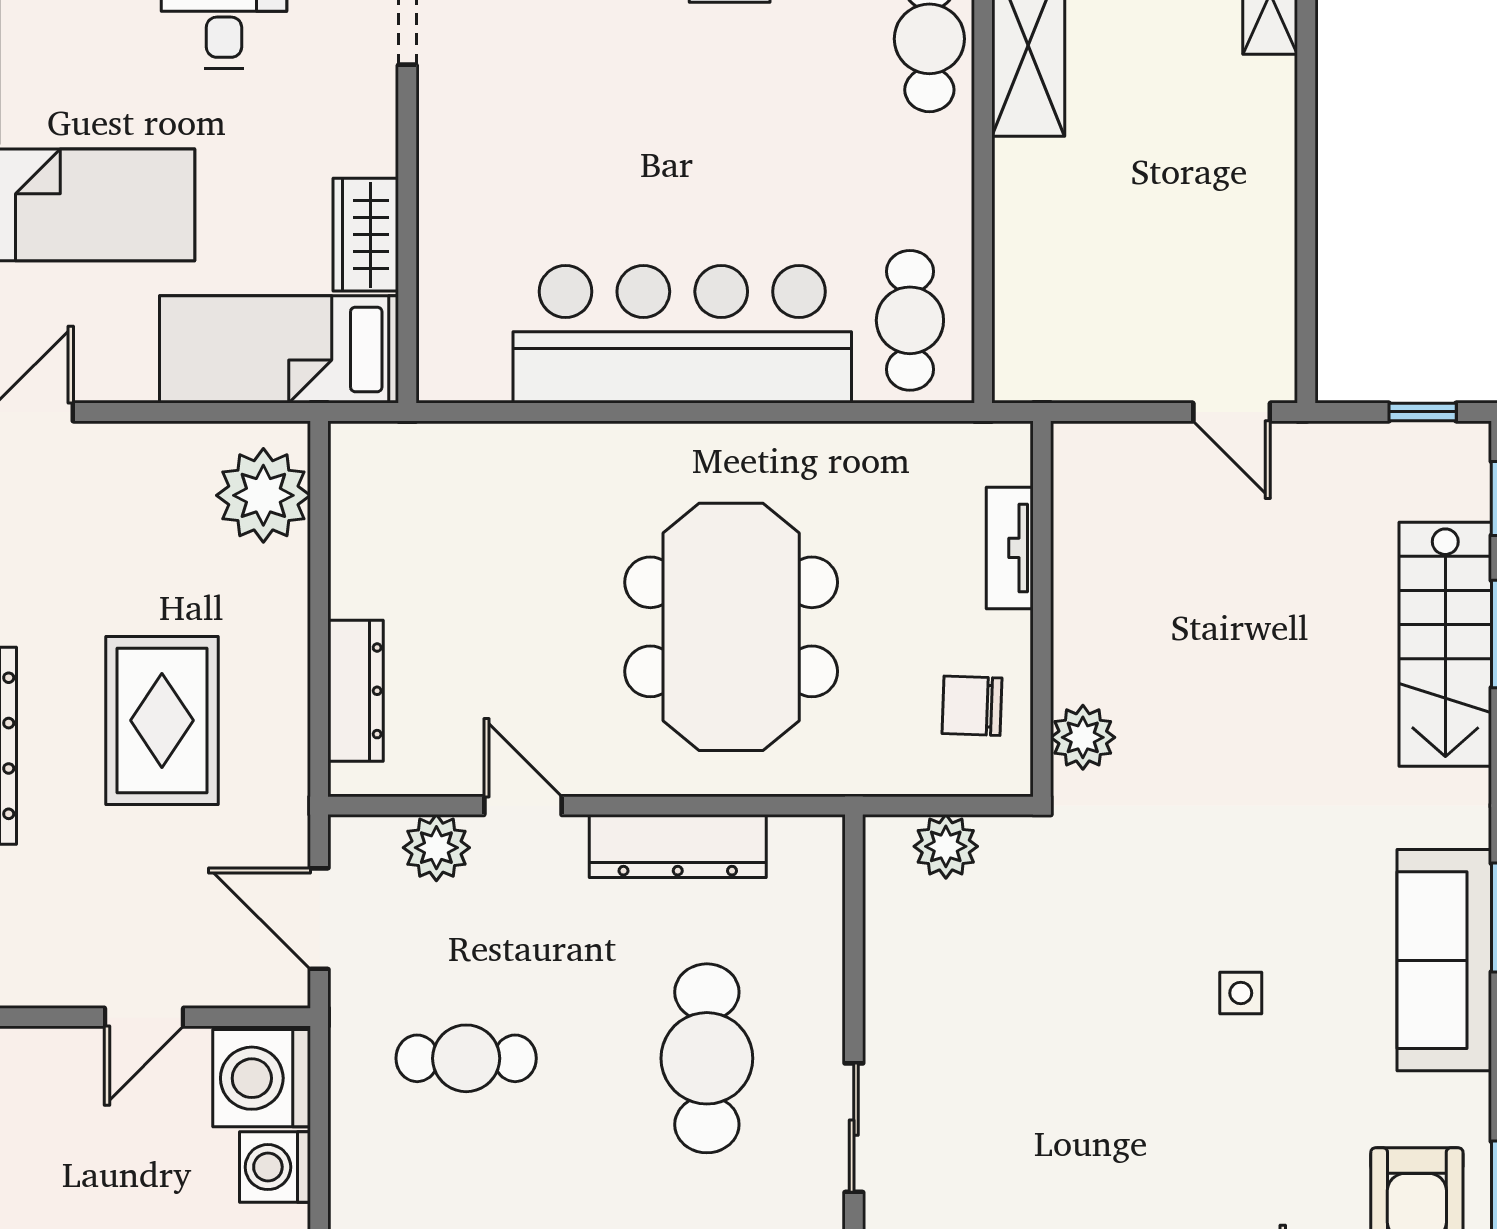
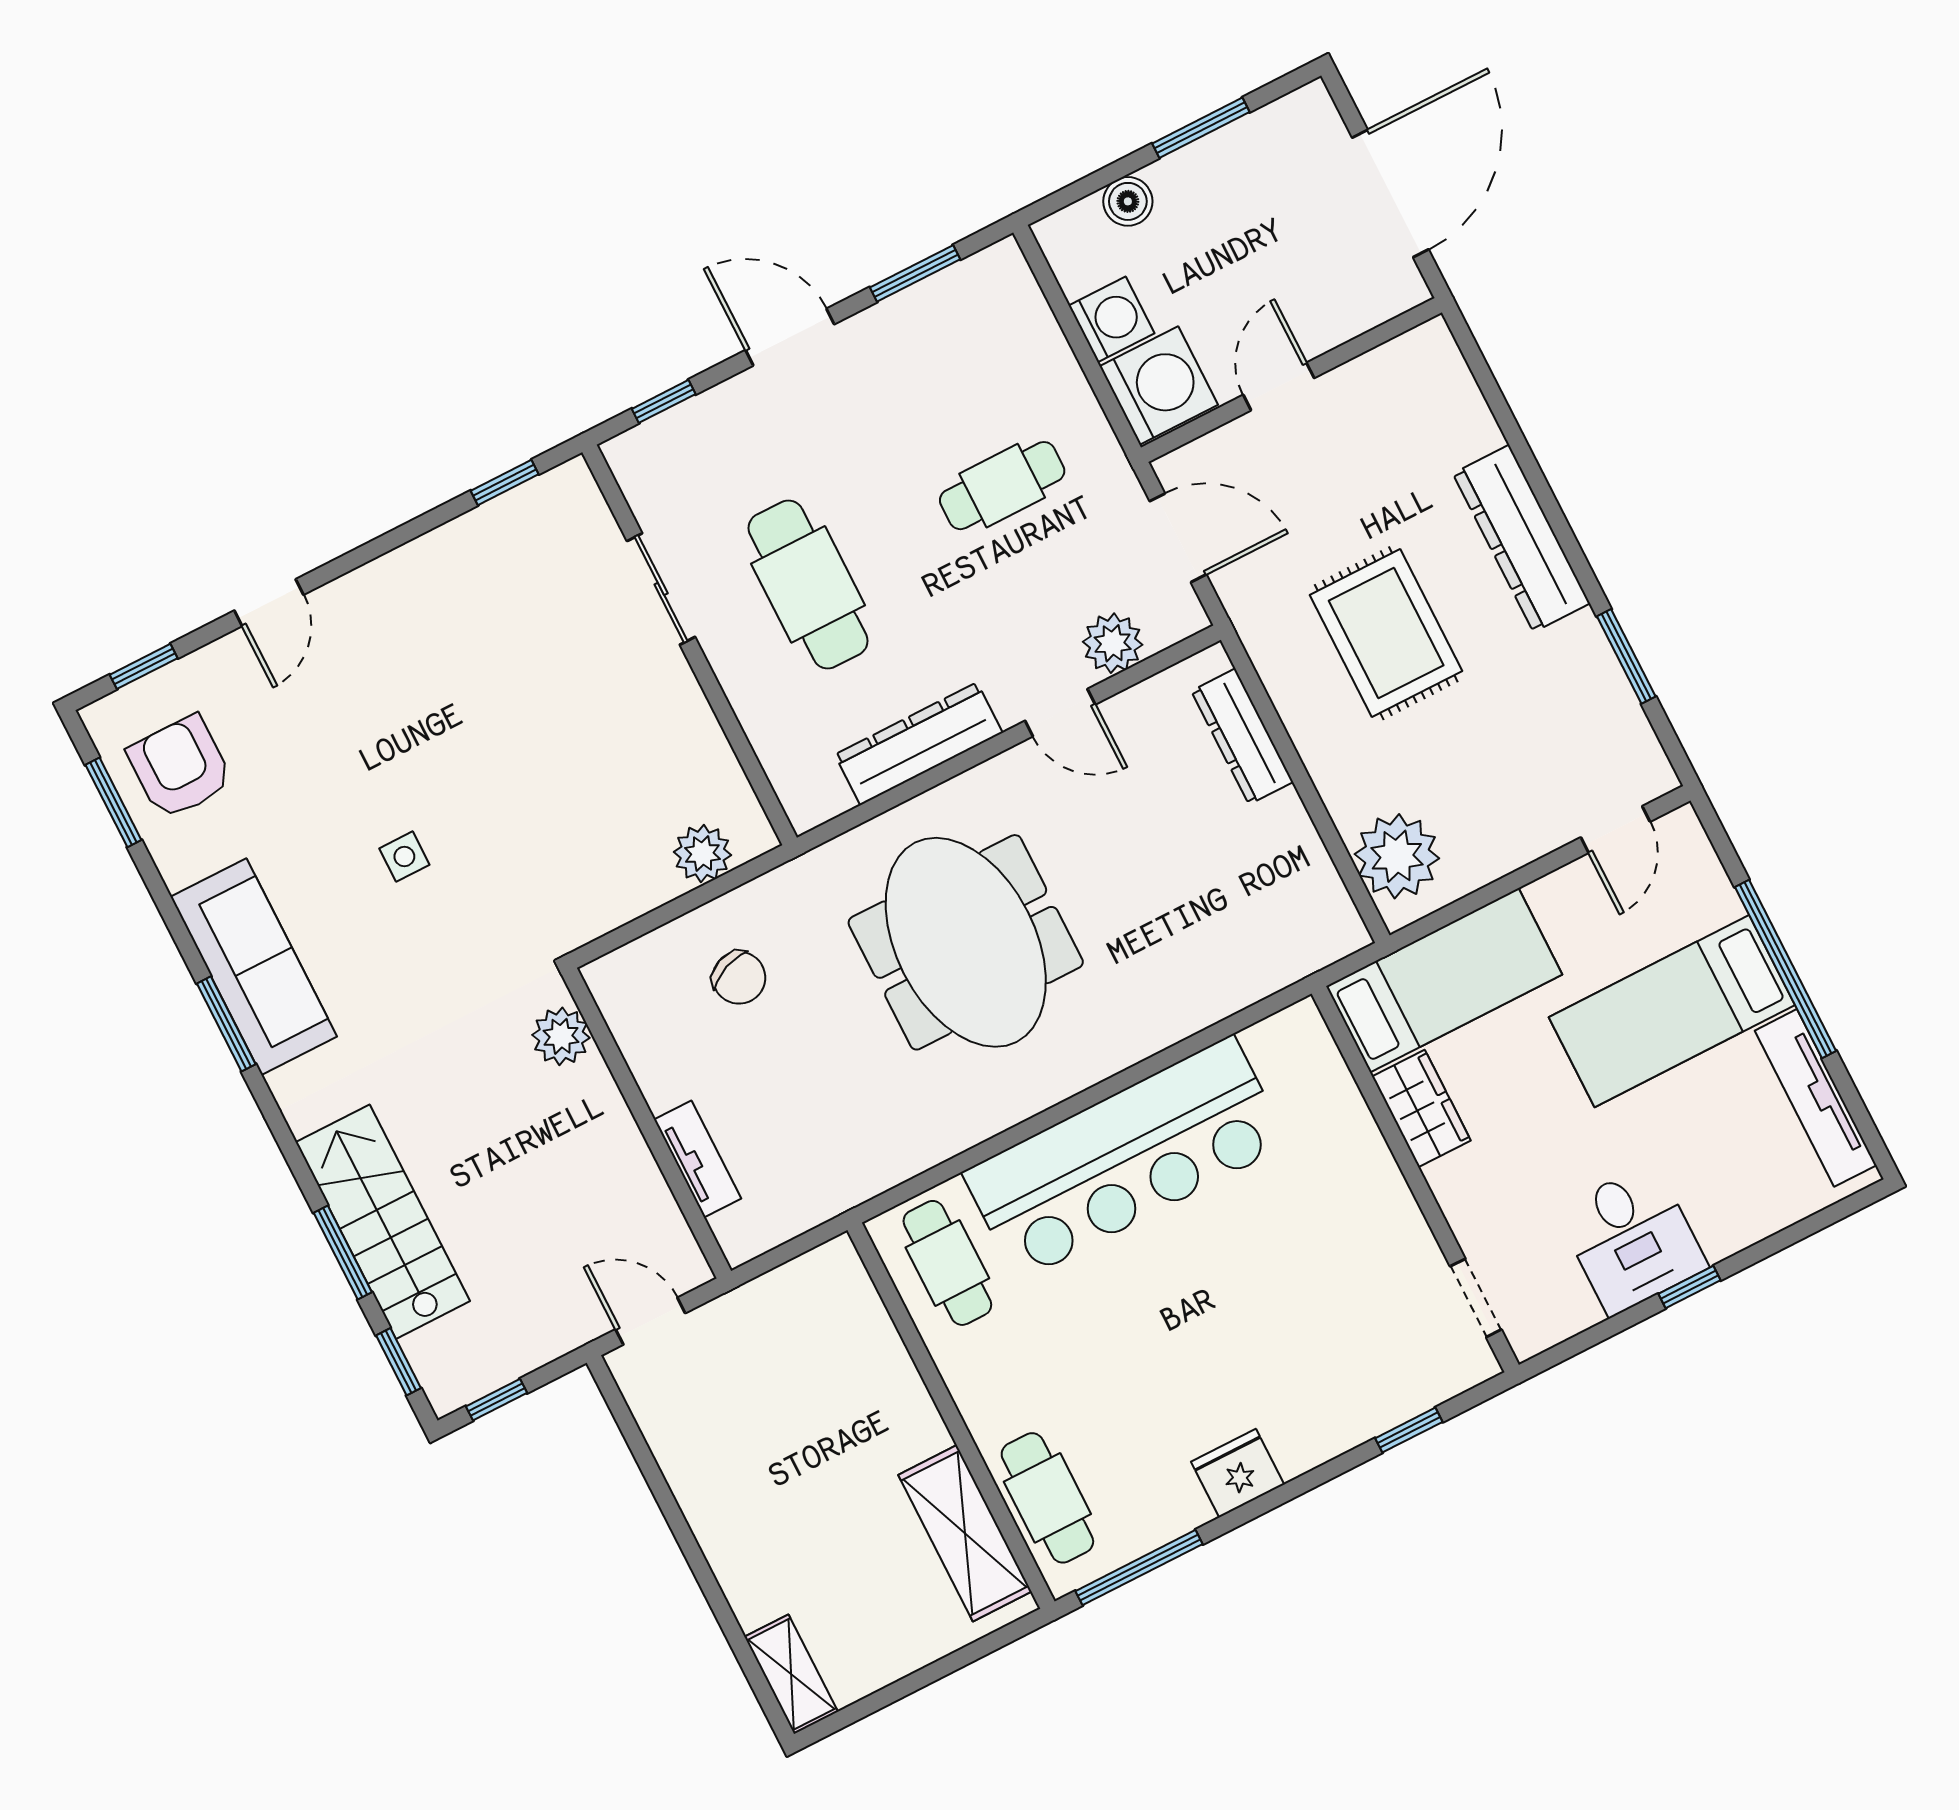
tv unit: (1010, 548) -> (698, 1159), moved
wall: (1042, 609) -> (647, 1123), moved
chair: (972, 706) -> (739, 978), turned 66
plant: (1083, 737) -> (561, 1036), moved

